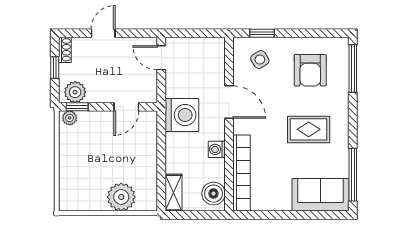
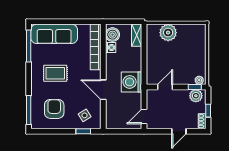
door: (161, 58) -> (144, 116), swing flipped
washing machine: (217, 149) -> (111, 48), moved
sofa: (321, 195) -> (54, 34), width x1.36

